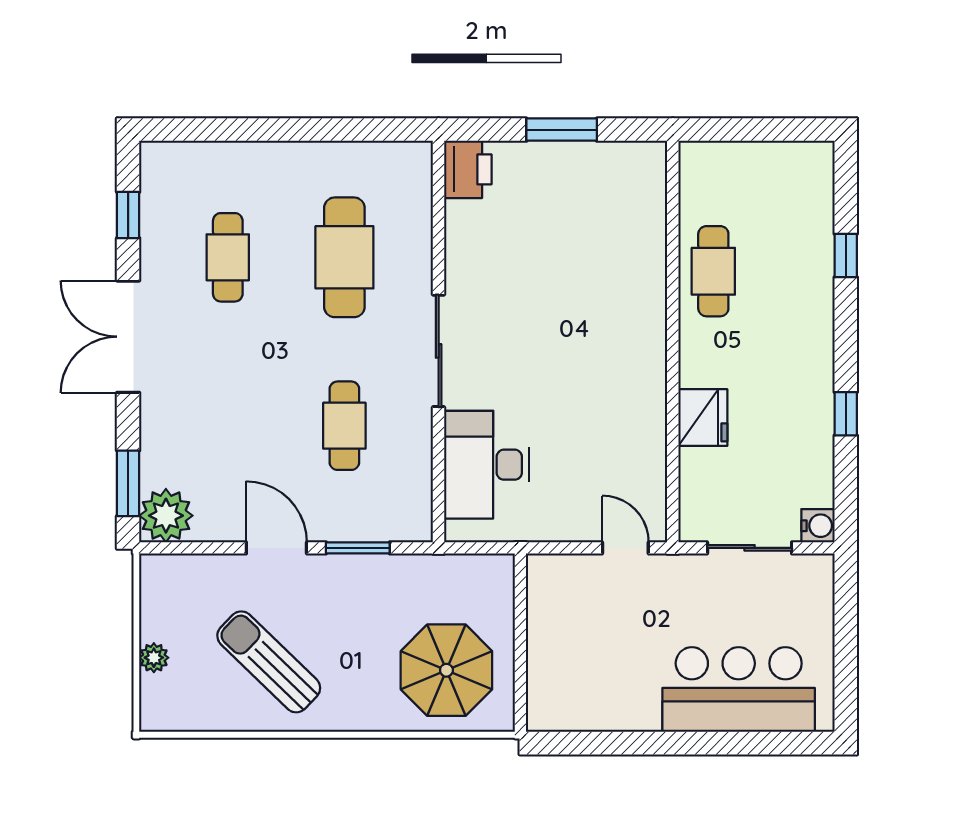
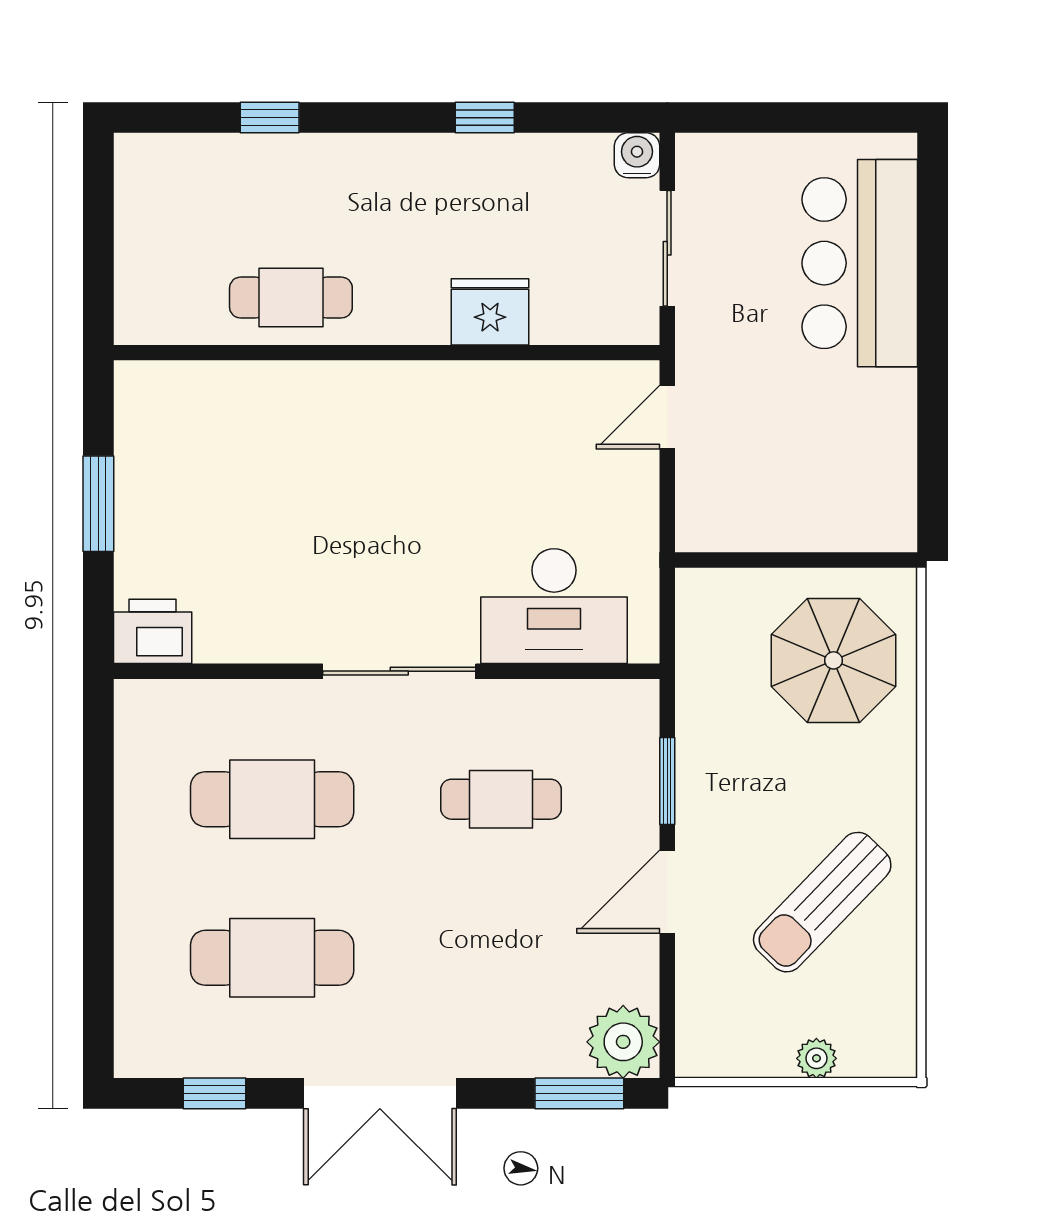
cafe table: (228, 257) -> (272, 958), width x1.37, depth x1.35

